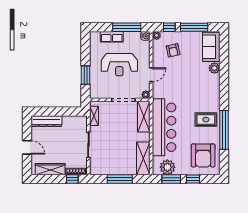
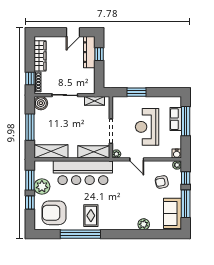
window: (127, 27) -> (186, 121), moved
sofa: (211, 47) -> (173, 213), moved, turned -90
window: (48, 111) -> (99, 54), added
door: (27, 147) -> (73, 32), moved
plant: (167, 167) -> (42, 186), moved
boiler: (96, 168) -> (41, 103), added

